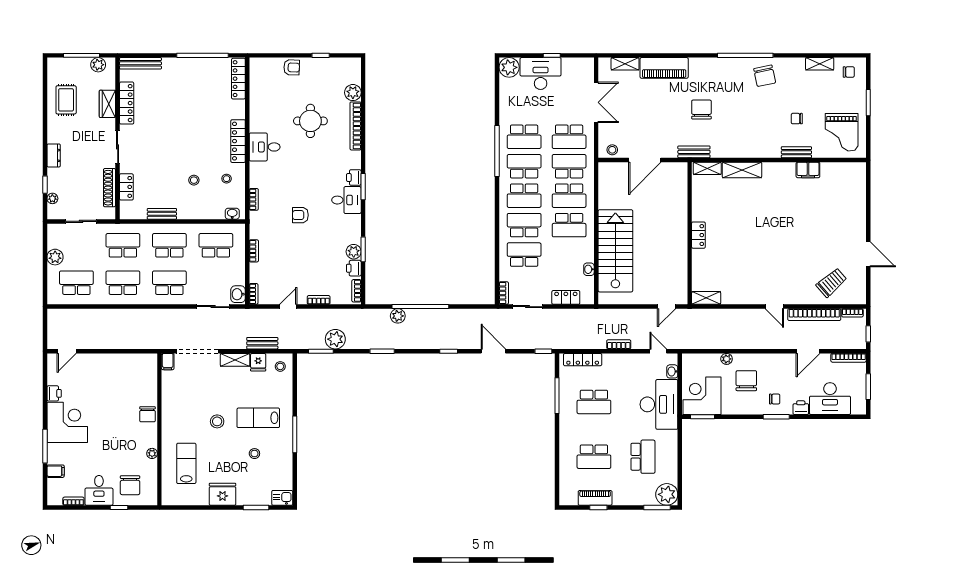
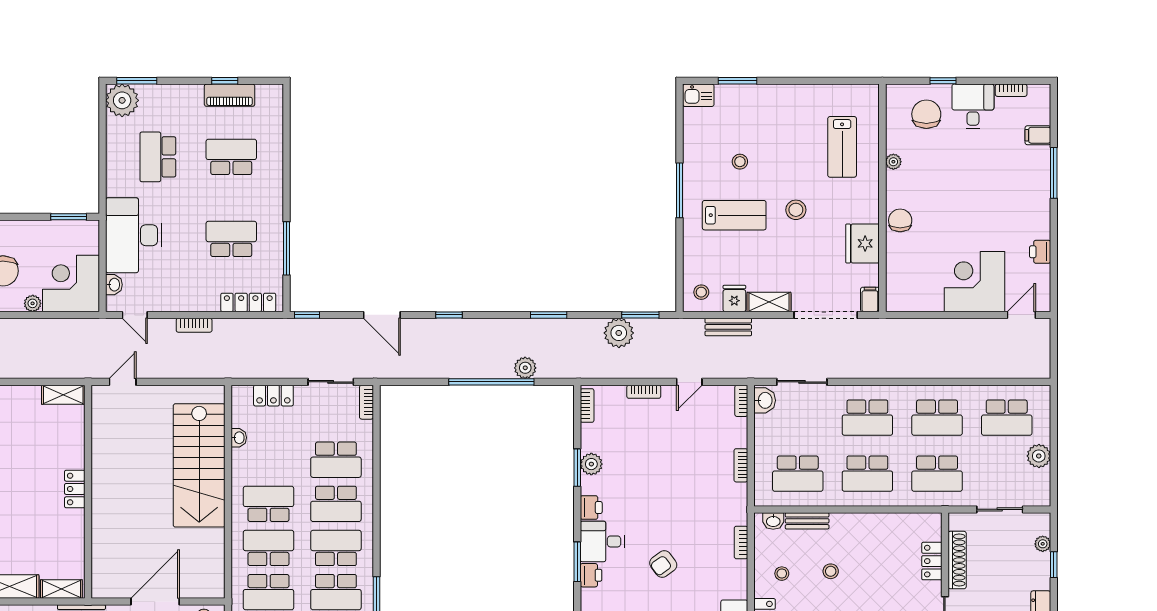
bench: (162, 214) -> (807, 521), moved
armchair: (300, 215) -> (663, 564), moved, turned 144
printer: (354, 268) -> (591, 508), moved
corner desk: (702, 396) -> (71, 283), moved, turned 180
corner desk: (67, 422) -> (974, 282), moved, turned 90
fridge: (223, 494) -> (863, 243), moved, turned 90

